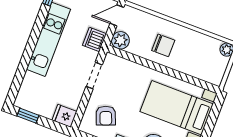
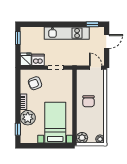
dishwasher: (94, 40) -> (38, 60), moved
plant: (120, 40) -> (82, 138), moved

